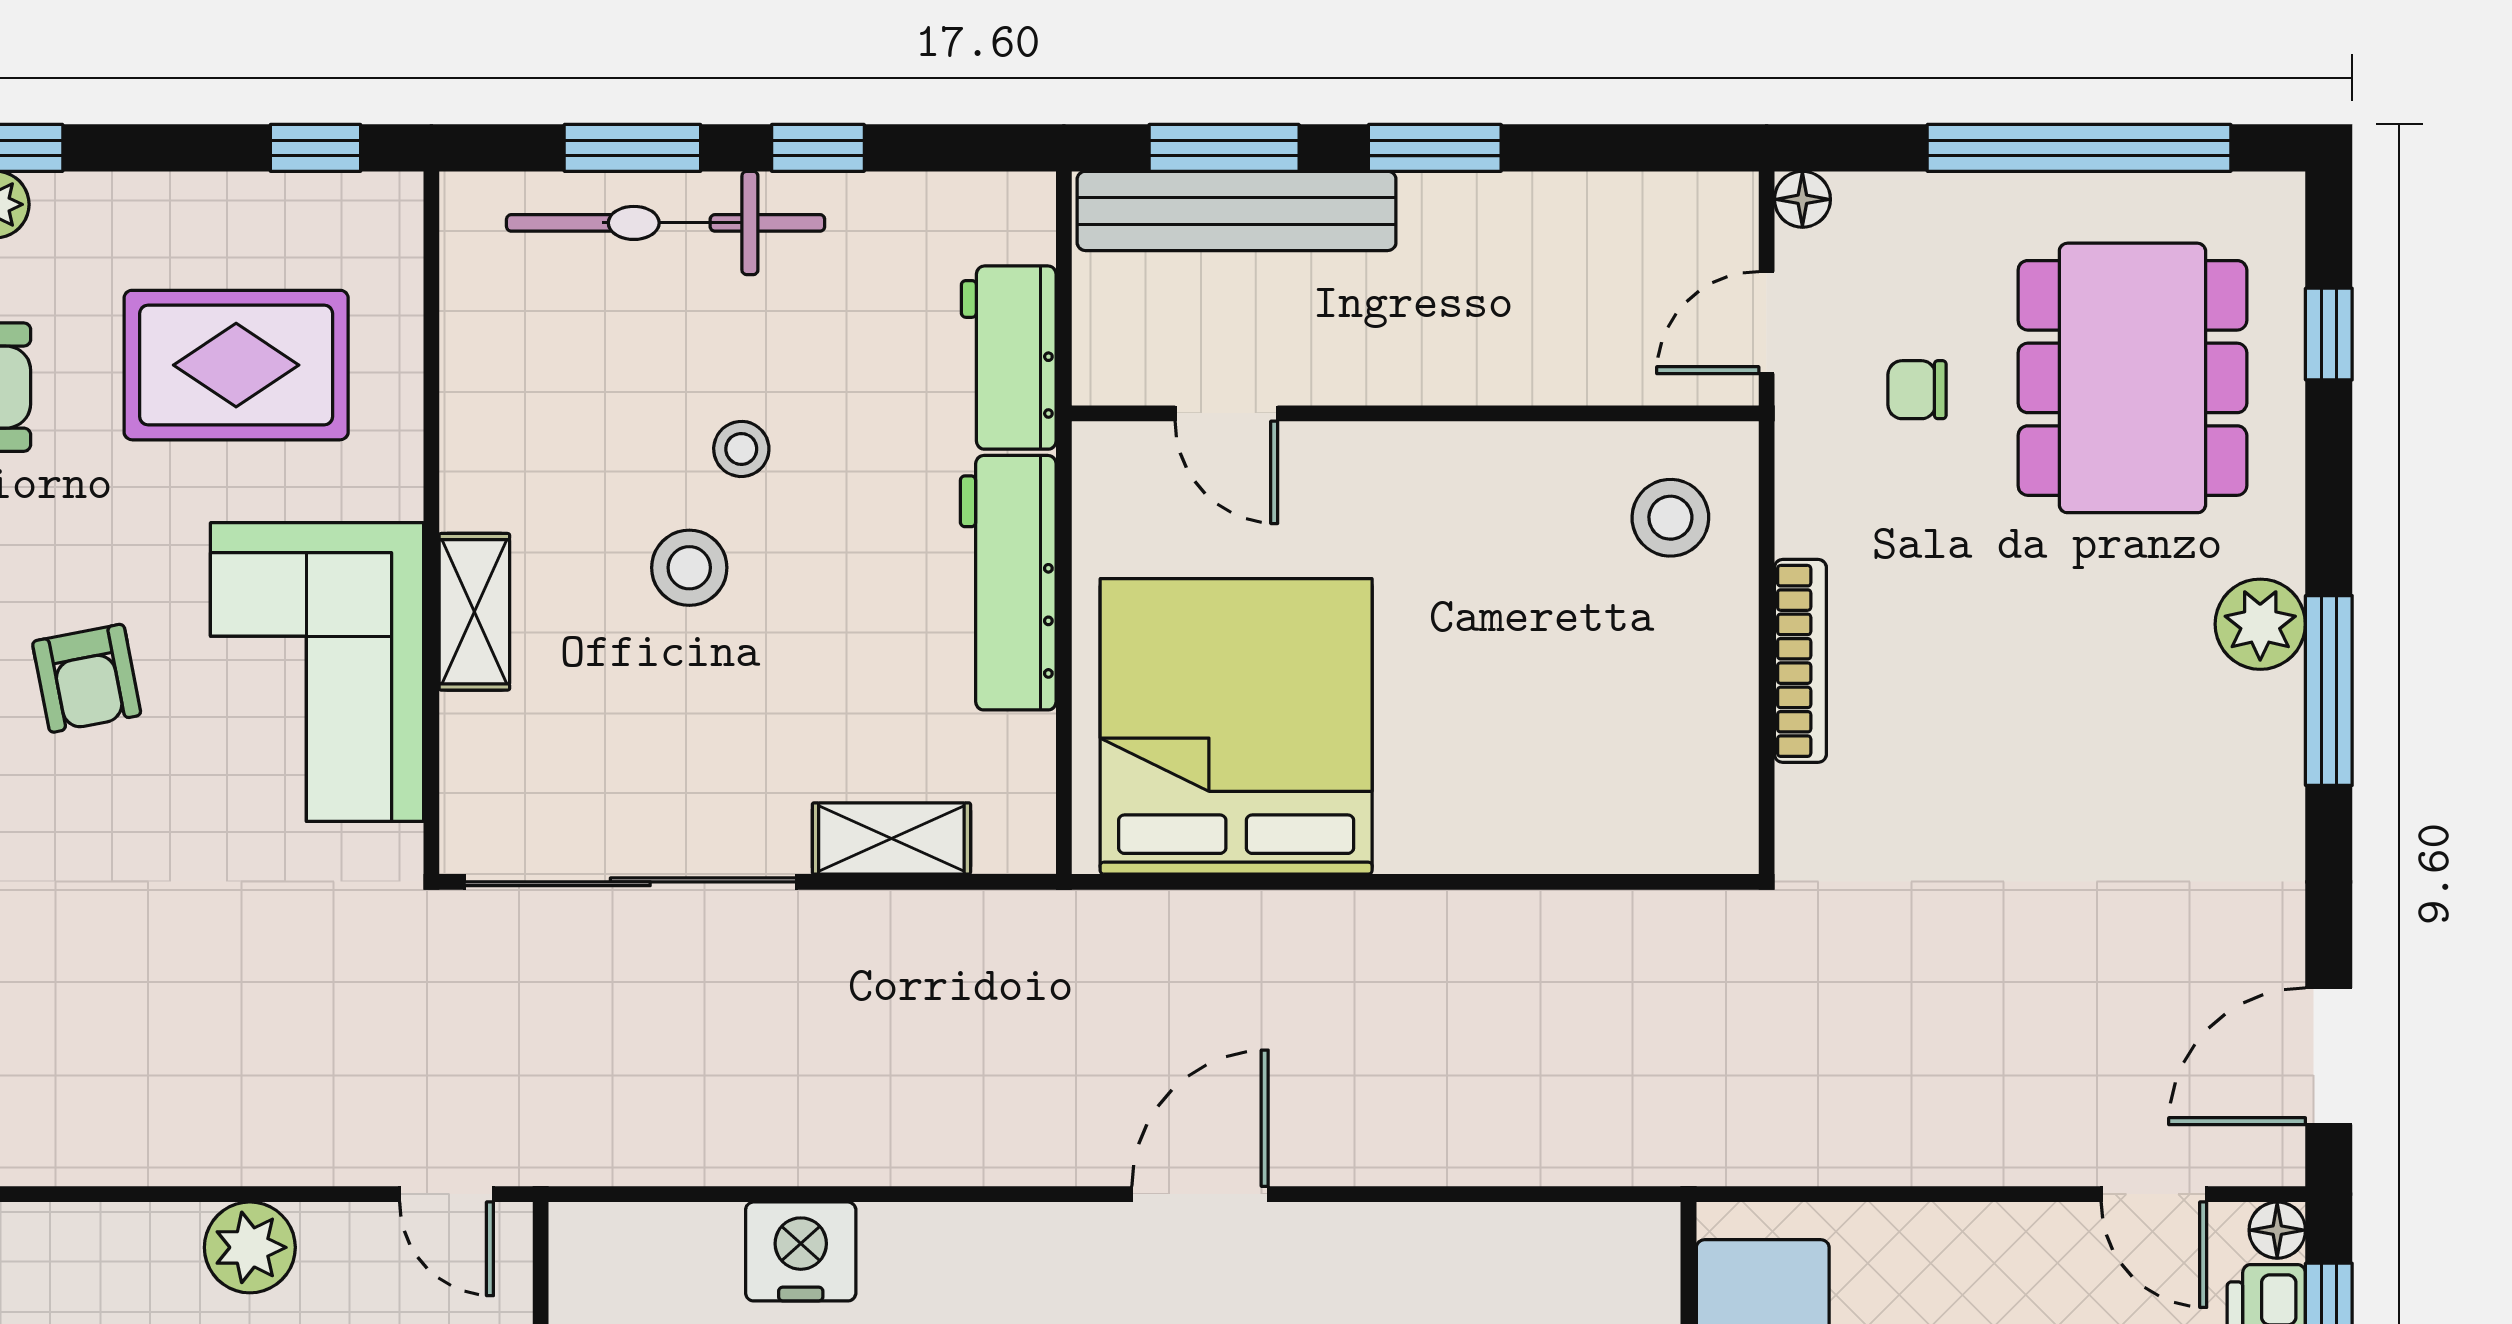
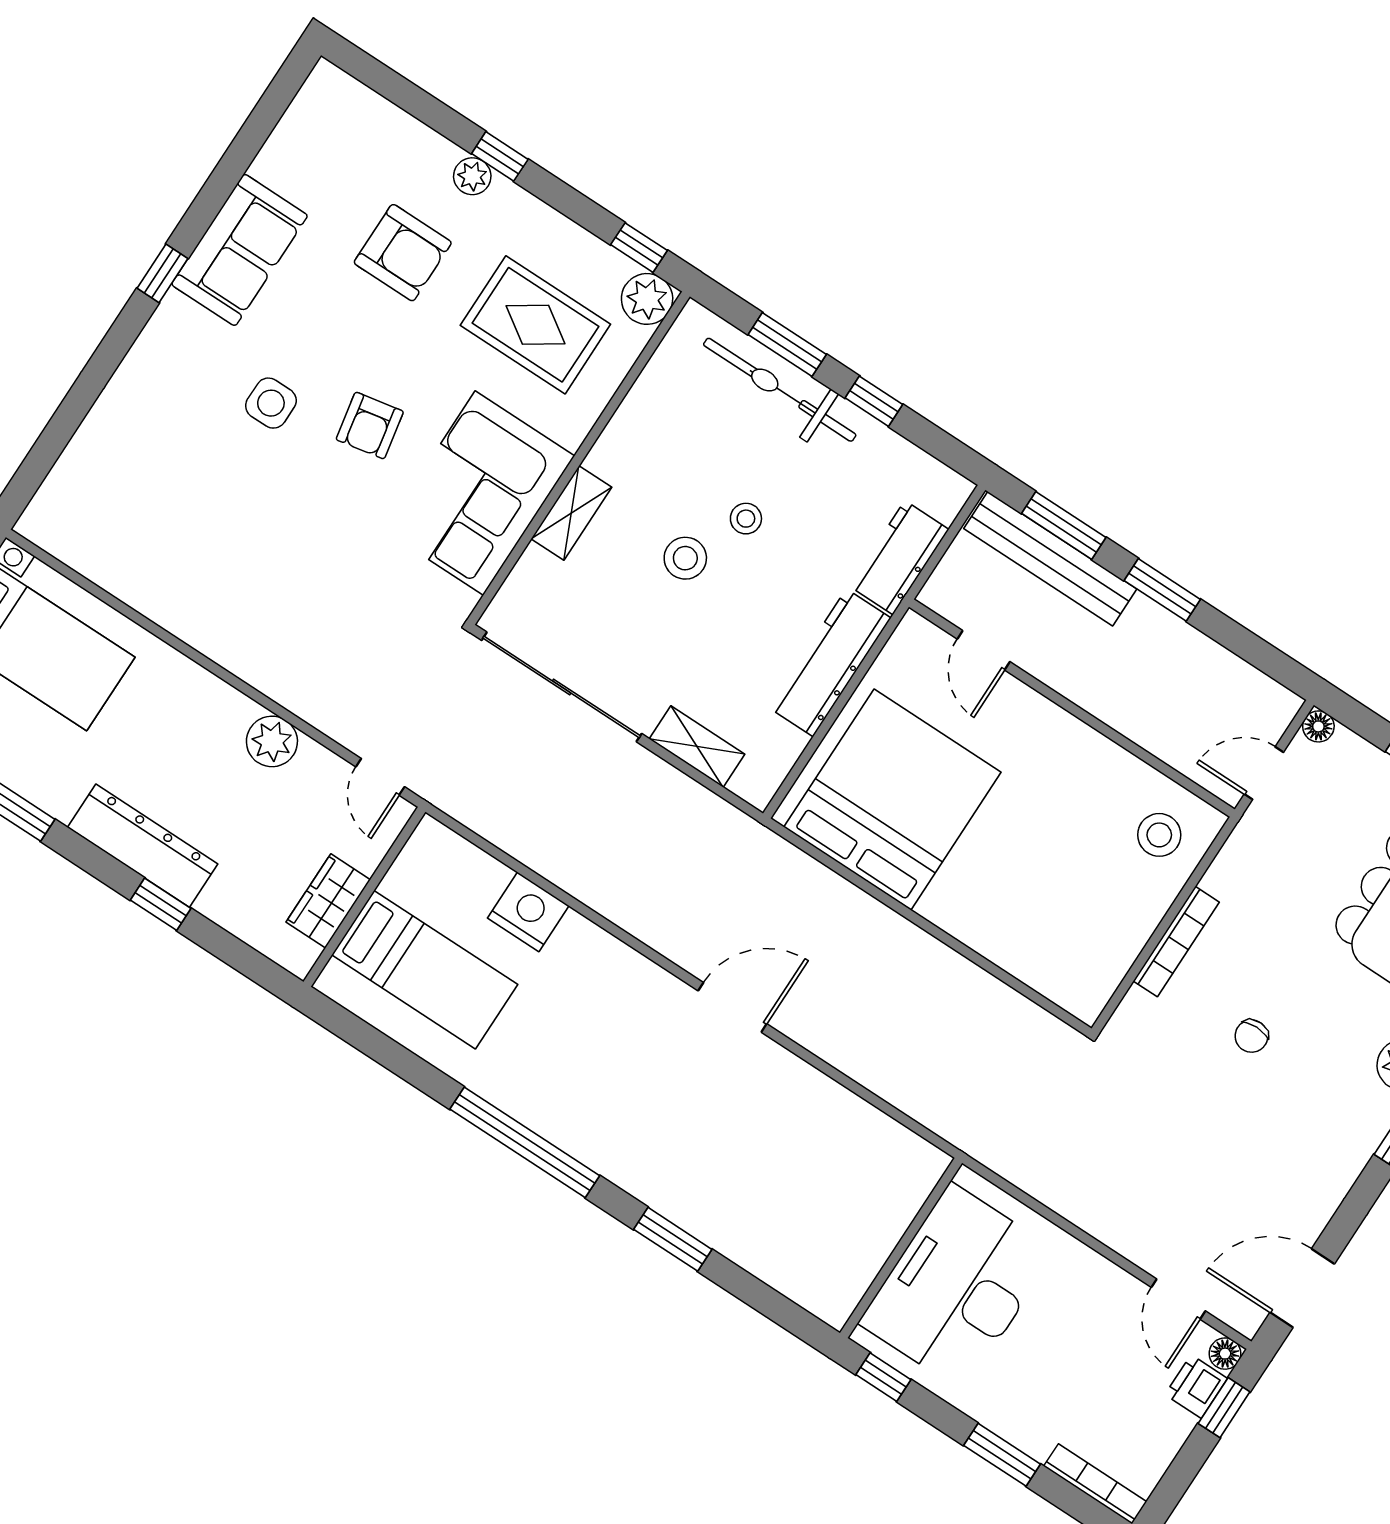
plant: (378, 217) -> (647, 299), added
chair: (1917, 390) -> (1252, 1036), moved, turned -90

